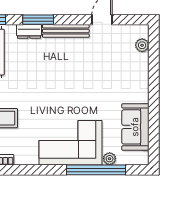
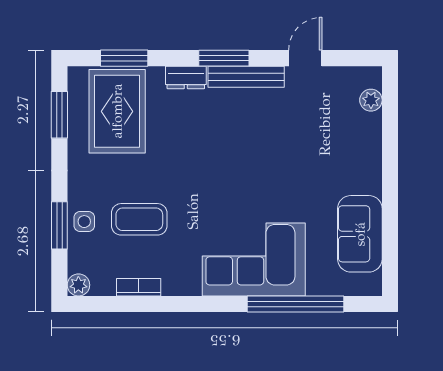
window: (38, 20) -> (224, 58), moved
plant: (110, 159) -> (318, 286), removed

